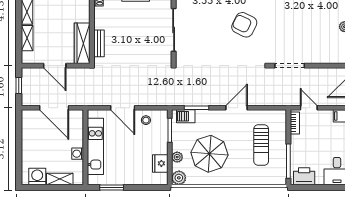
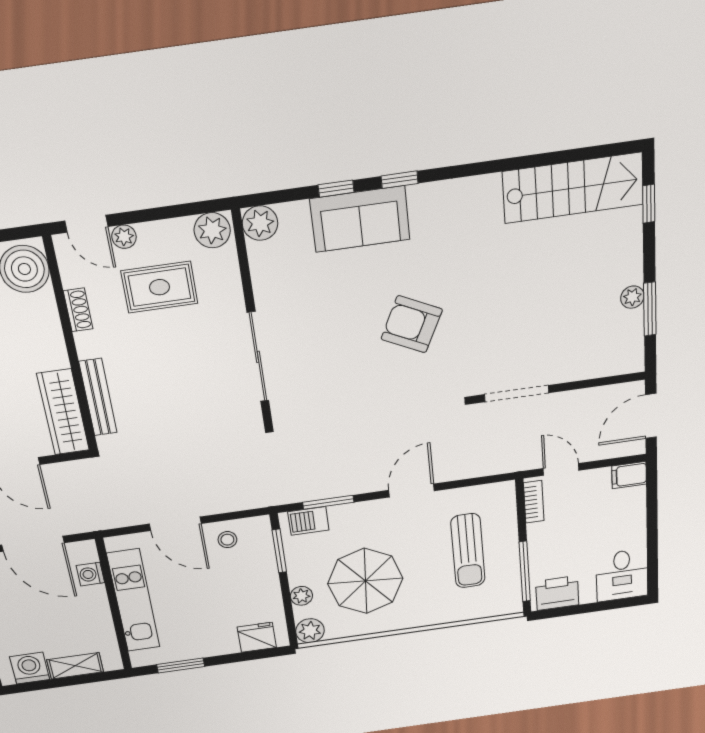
bench: (99, 43) -> (98, 397), width x1.36
washing machine: (78, 154) -> (90, 574), moved
fridge: (160, 163) -> (257, 637), moved, turned 90

